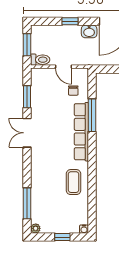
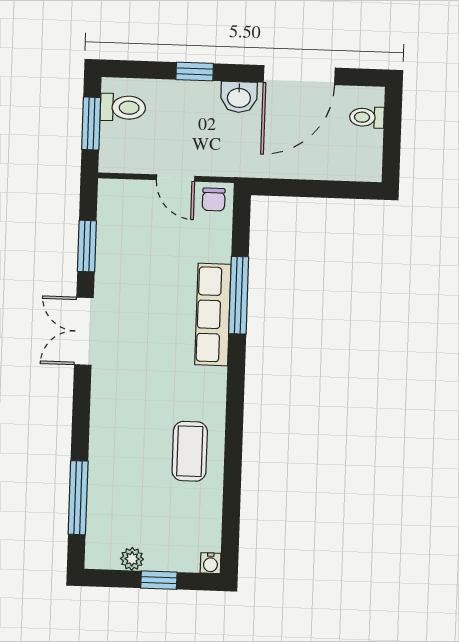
toilet: (40, 60) -> (123, 107), moved
chair: (73, 91) -> (214, 199), moved
row of seats: (81, 132) -> (213, 314), width x0.73
plant: (36, 228) -> (132, 559), moved

